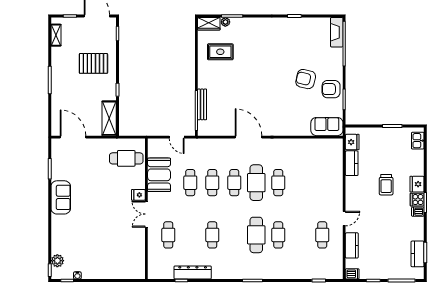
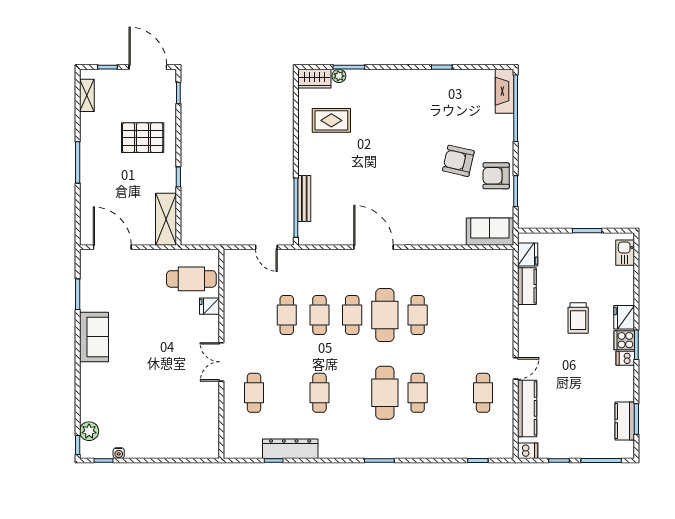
booth: (159, 175) -> (240, 303), removed
fridge: (138, 195) -> (209, 306), moved
kitchen counter: (352, 245) -> (527, 408), width x1.50

